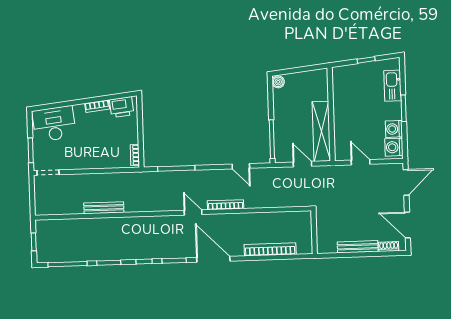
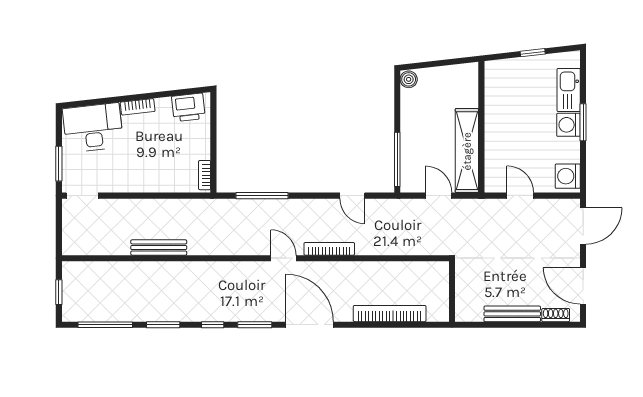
bookcase: (97, 106) -> (138, 107), moved
washing machine: (394, 129) -> (568, 125), moved

